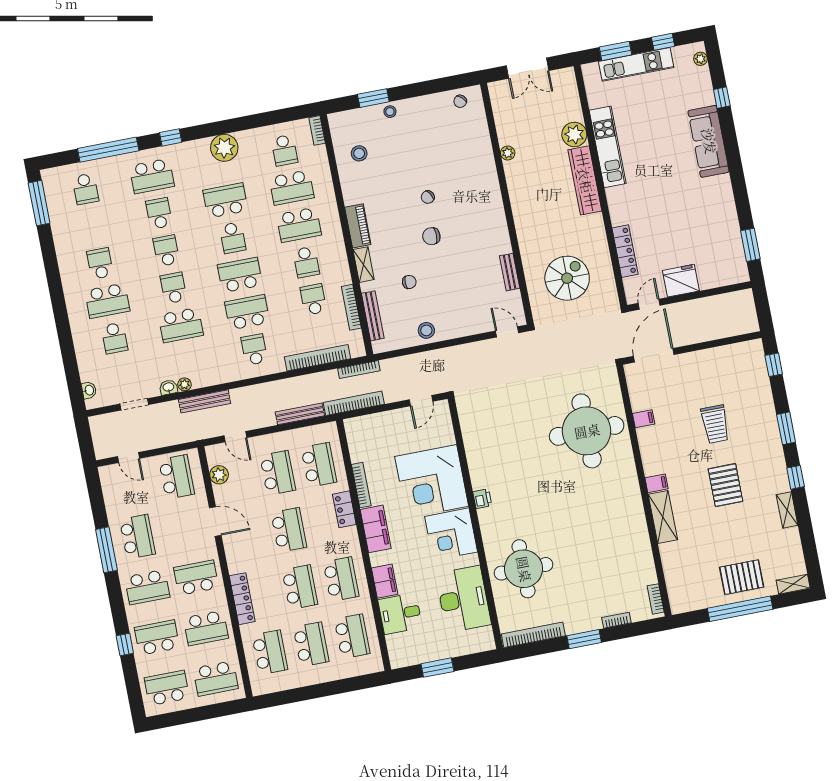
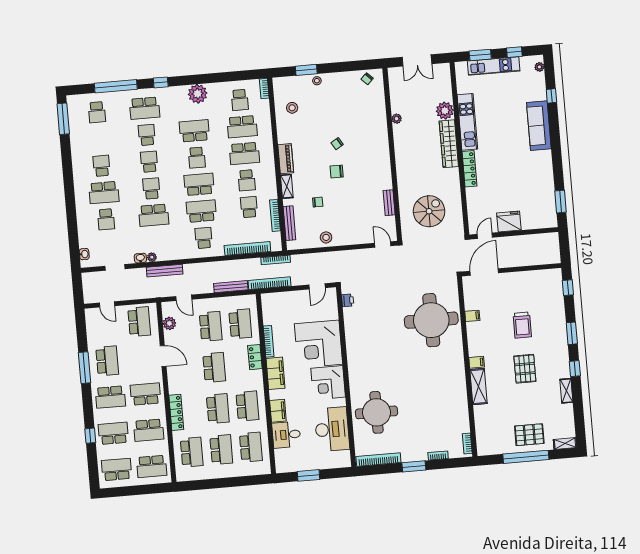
locker: (625, 251) -> (469, 169), moved
printer: (482, 499) -> (348, 300), moved

